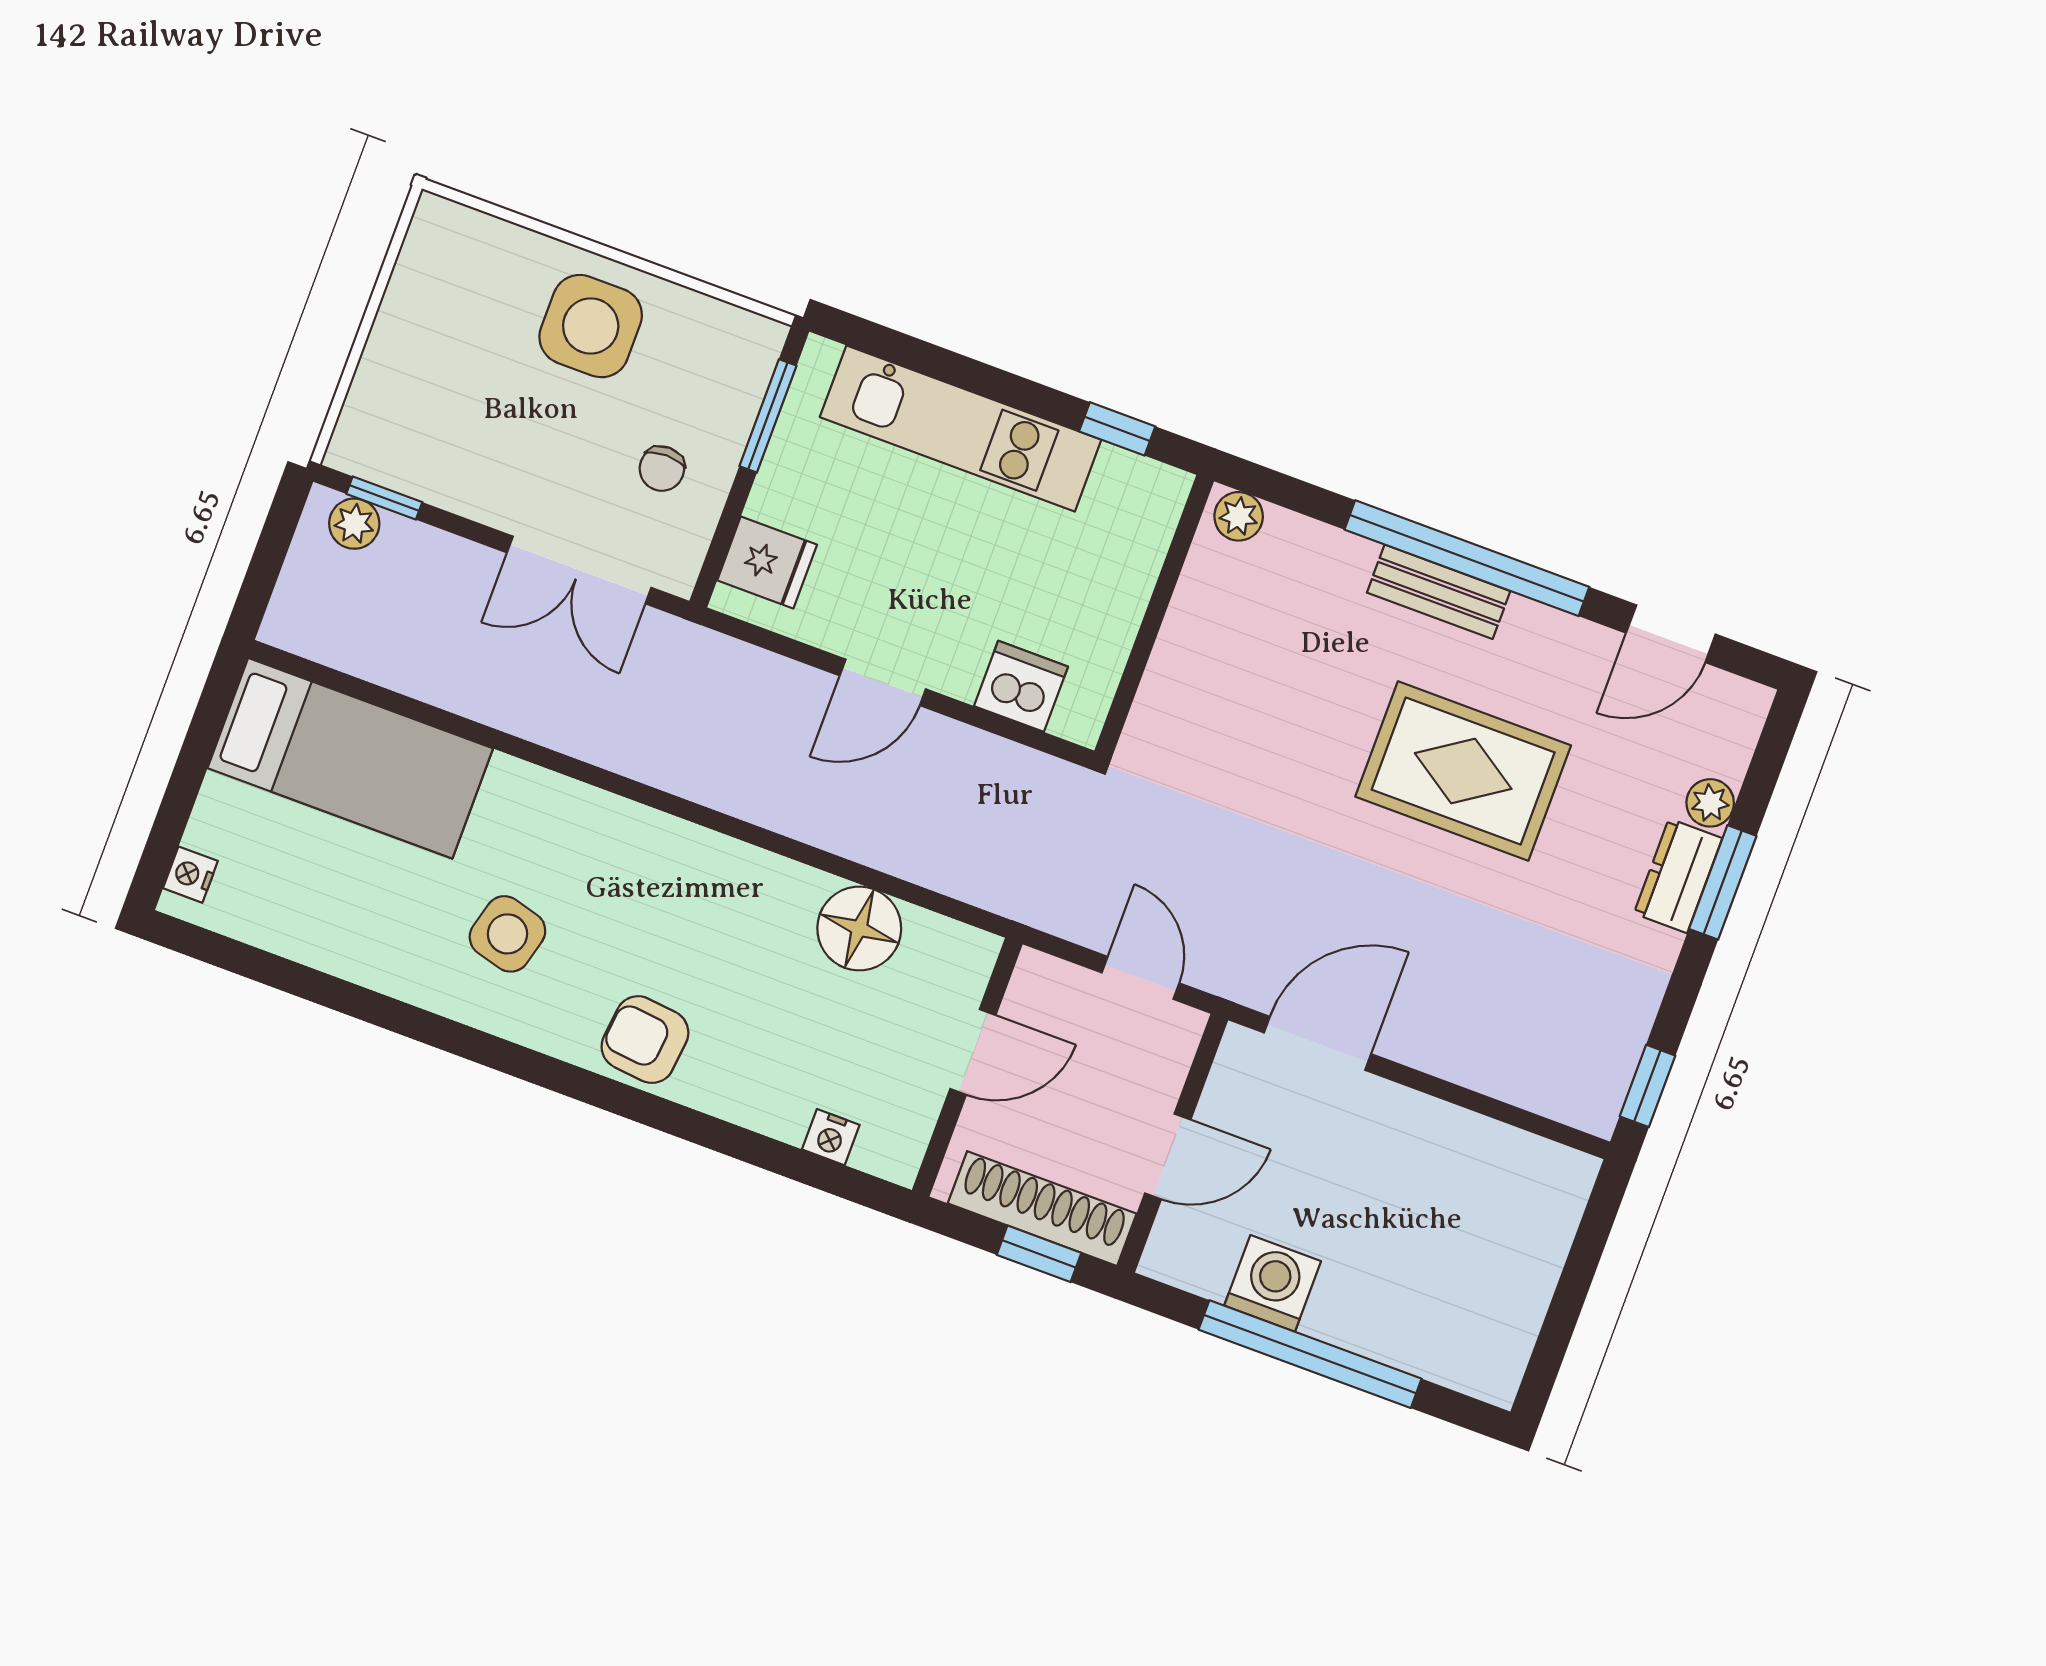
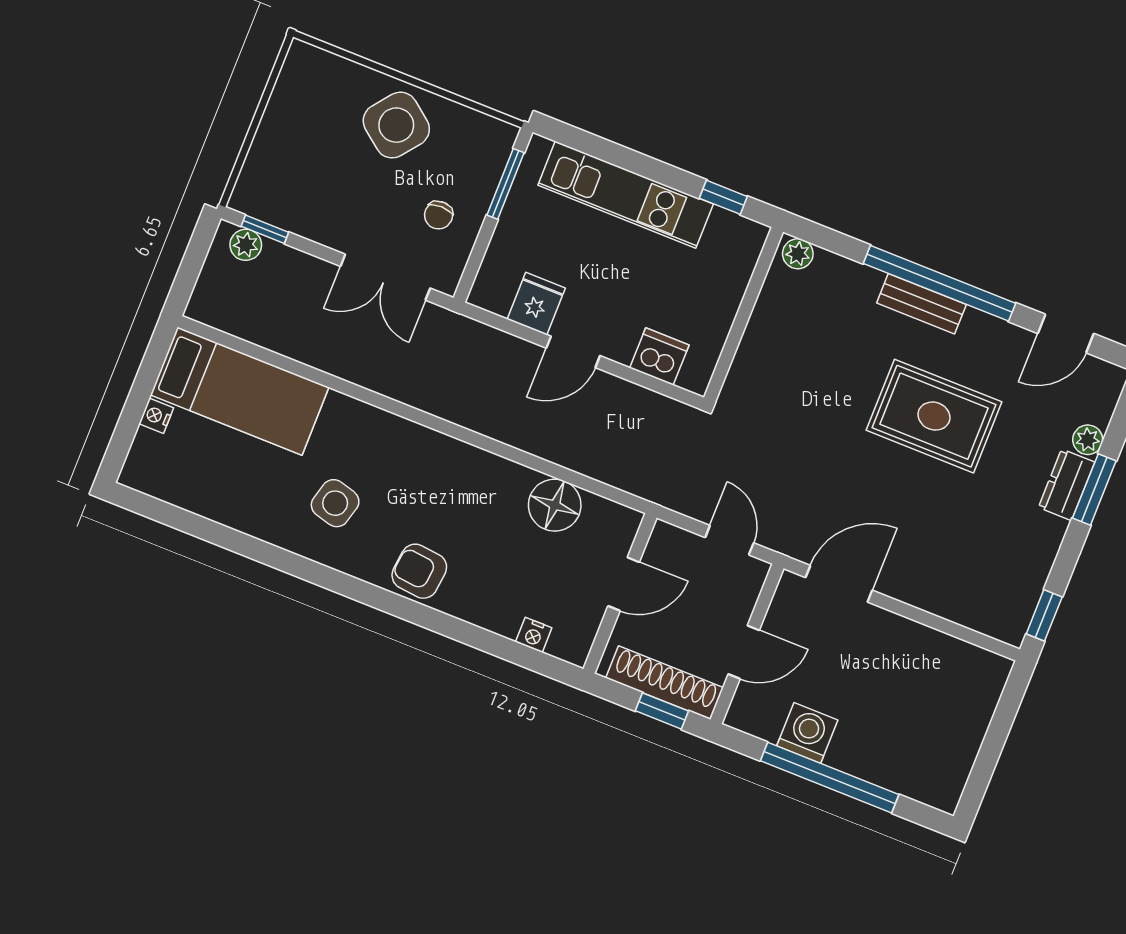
side table: (591, 326) -> (396, 125), turned 38
fridge: (767, 562) -> (536, 304), moved, turned -90
nightstand: (190, 875) -> (156, 416), moved

